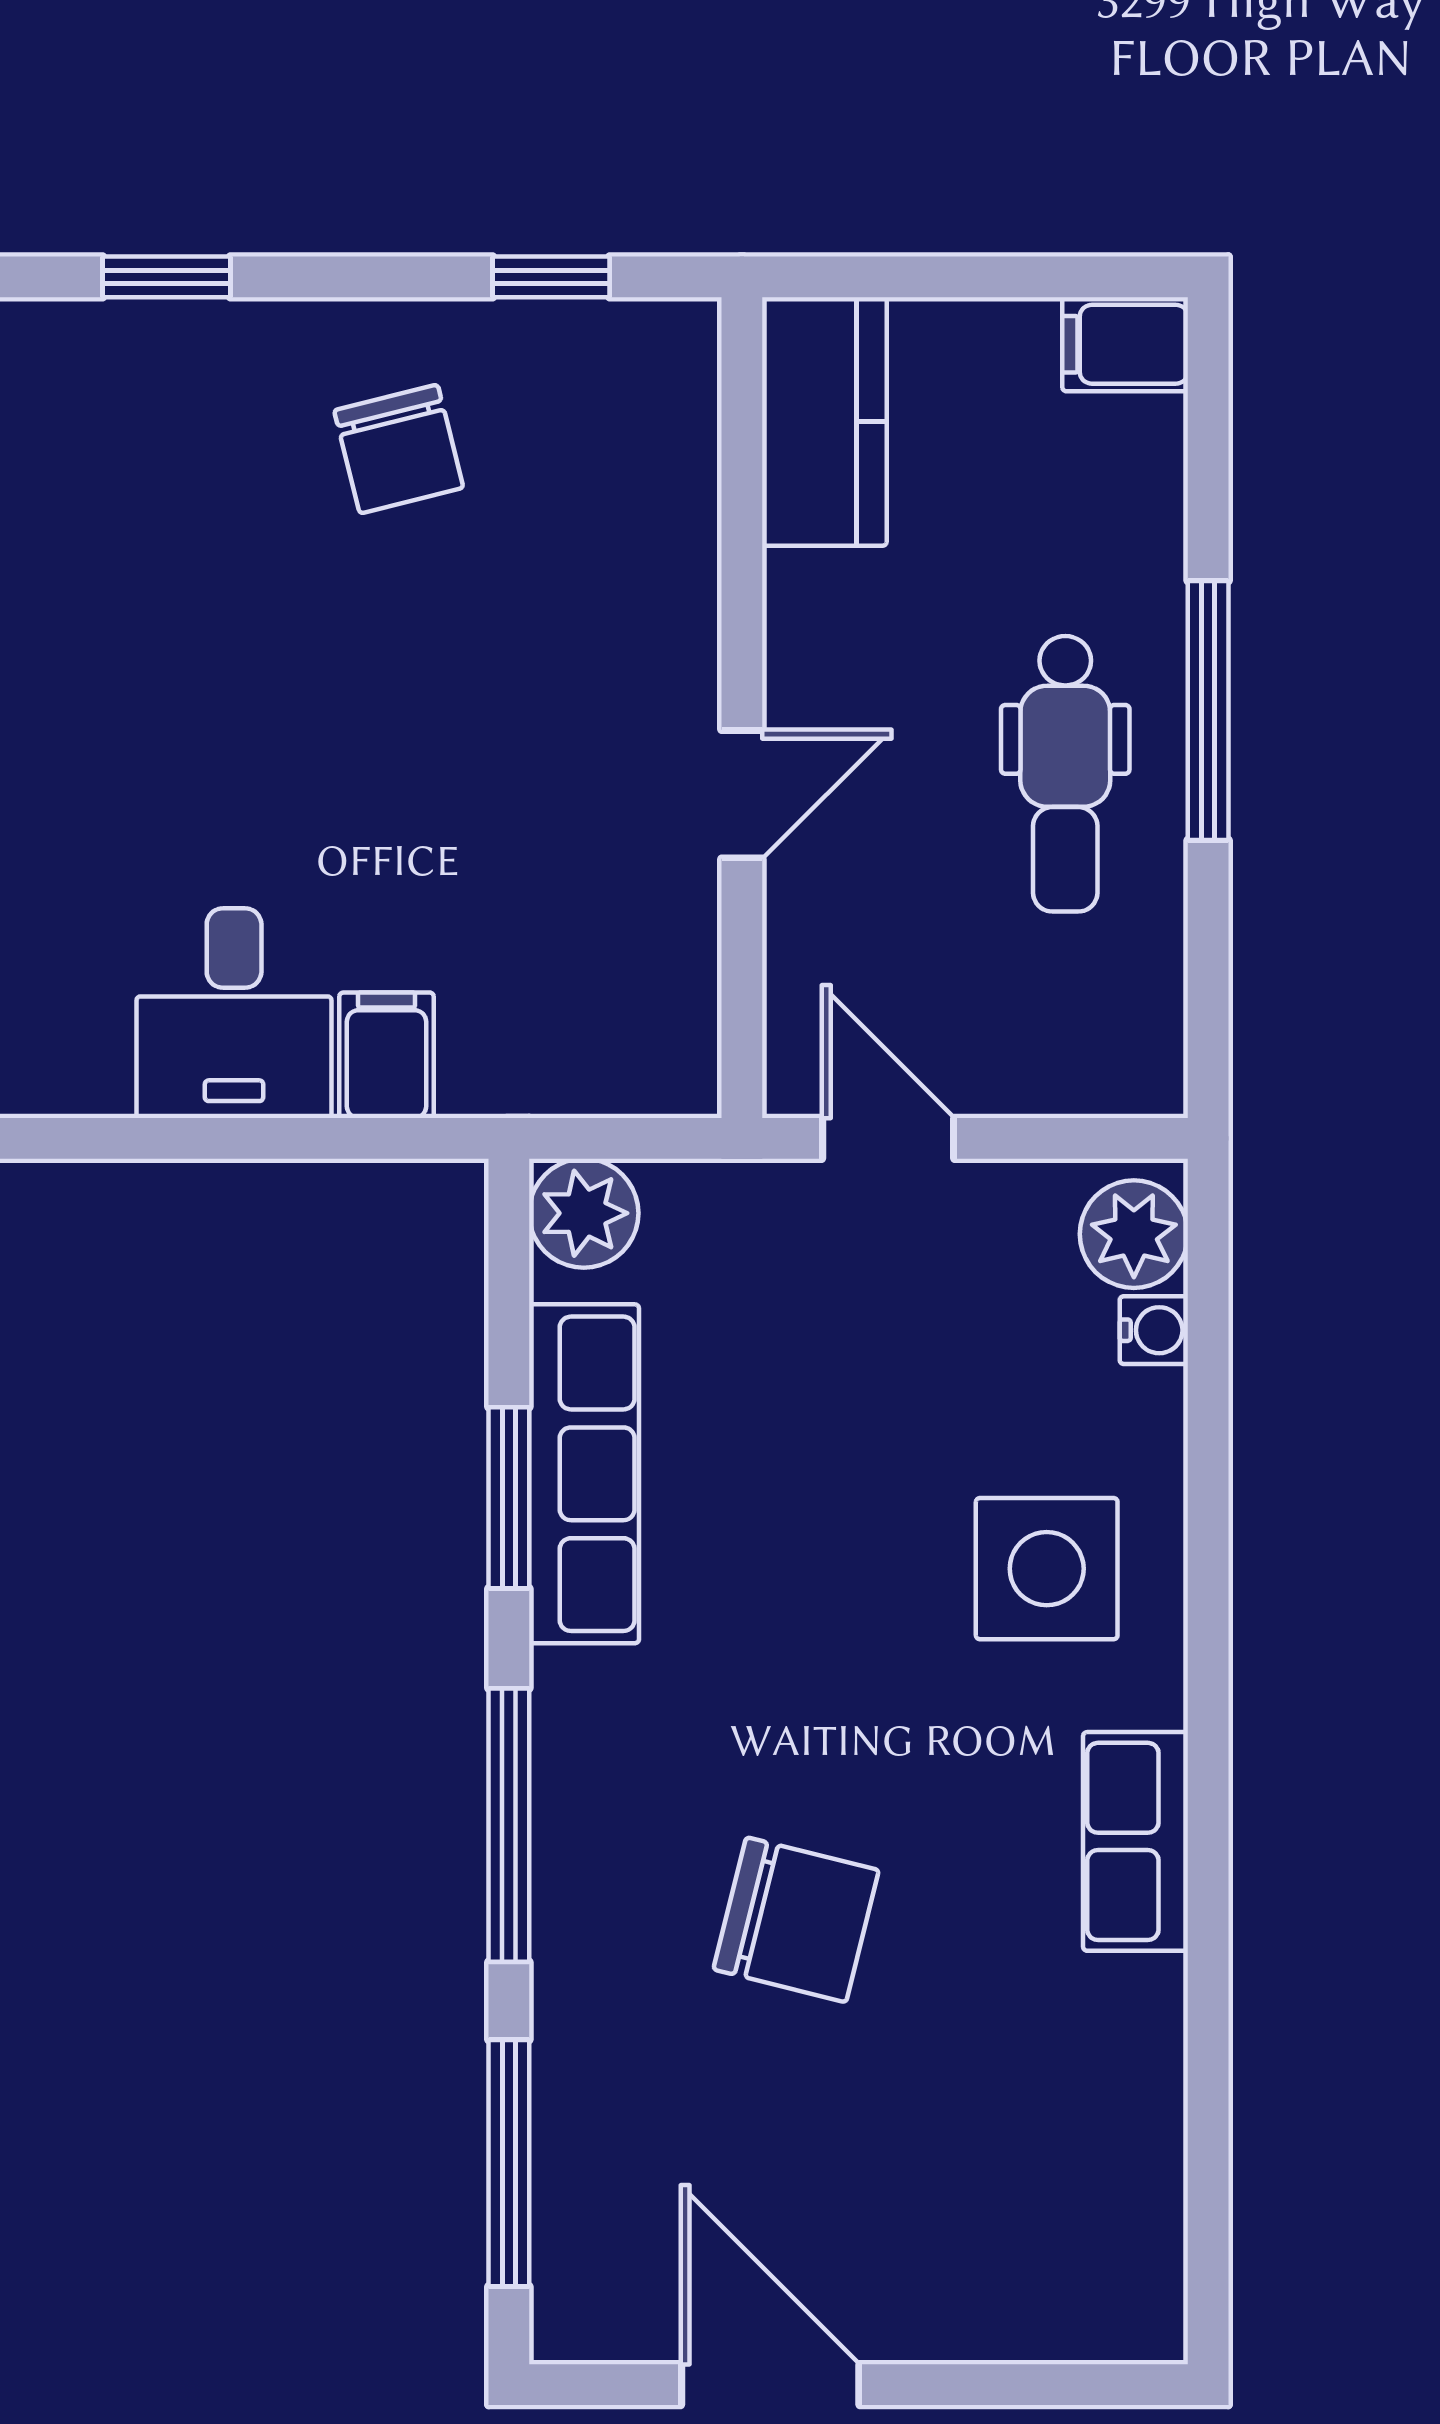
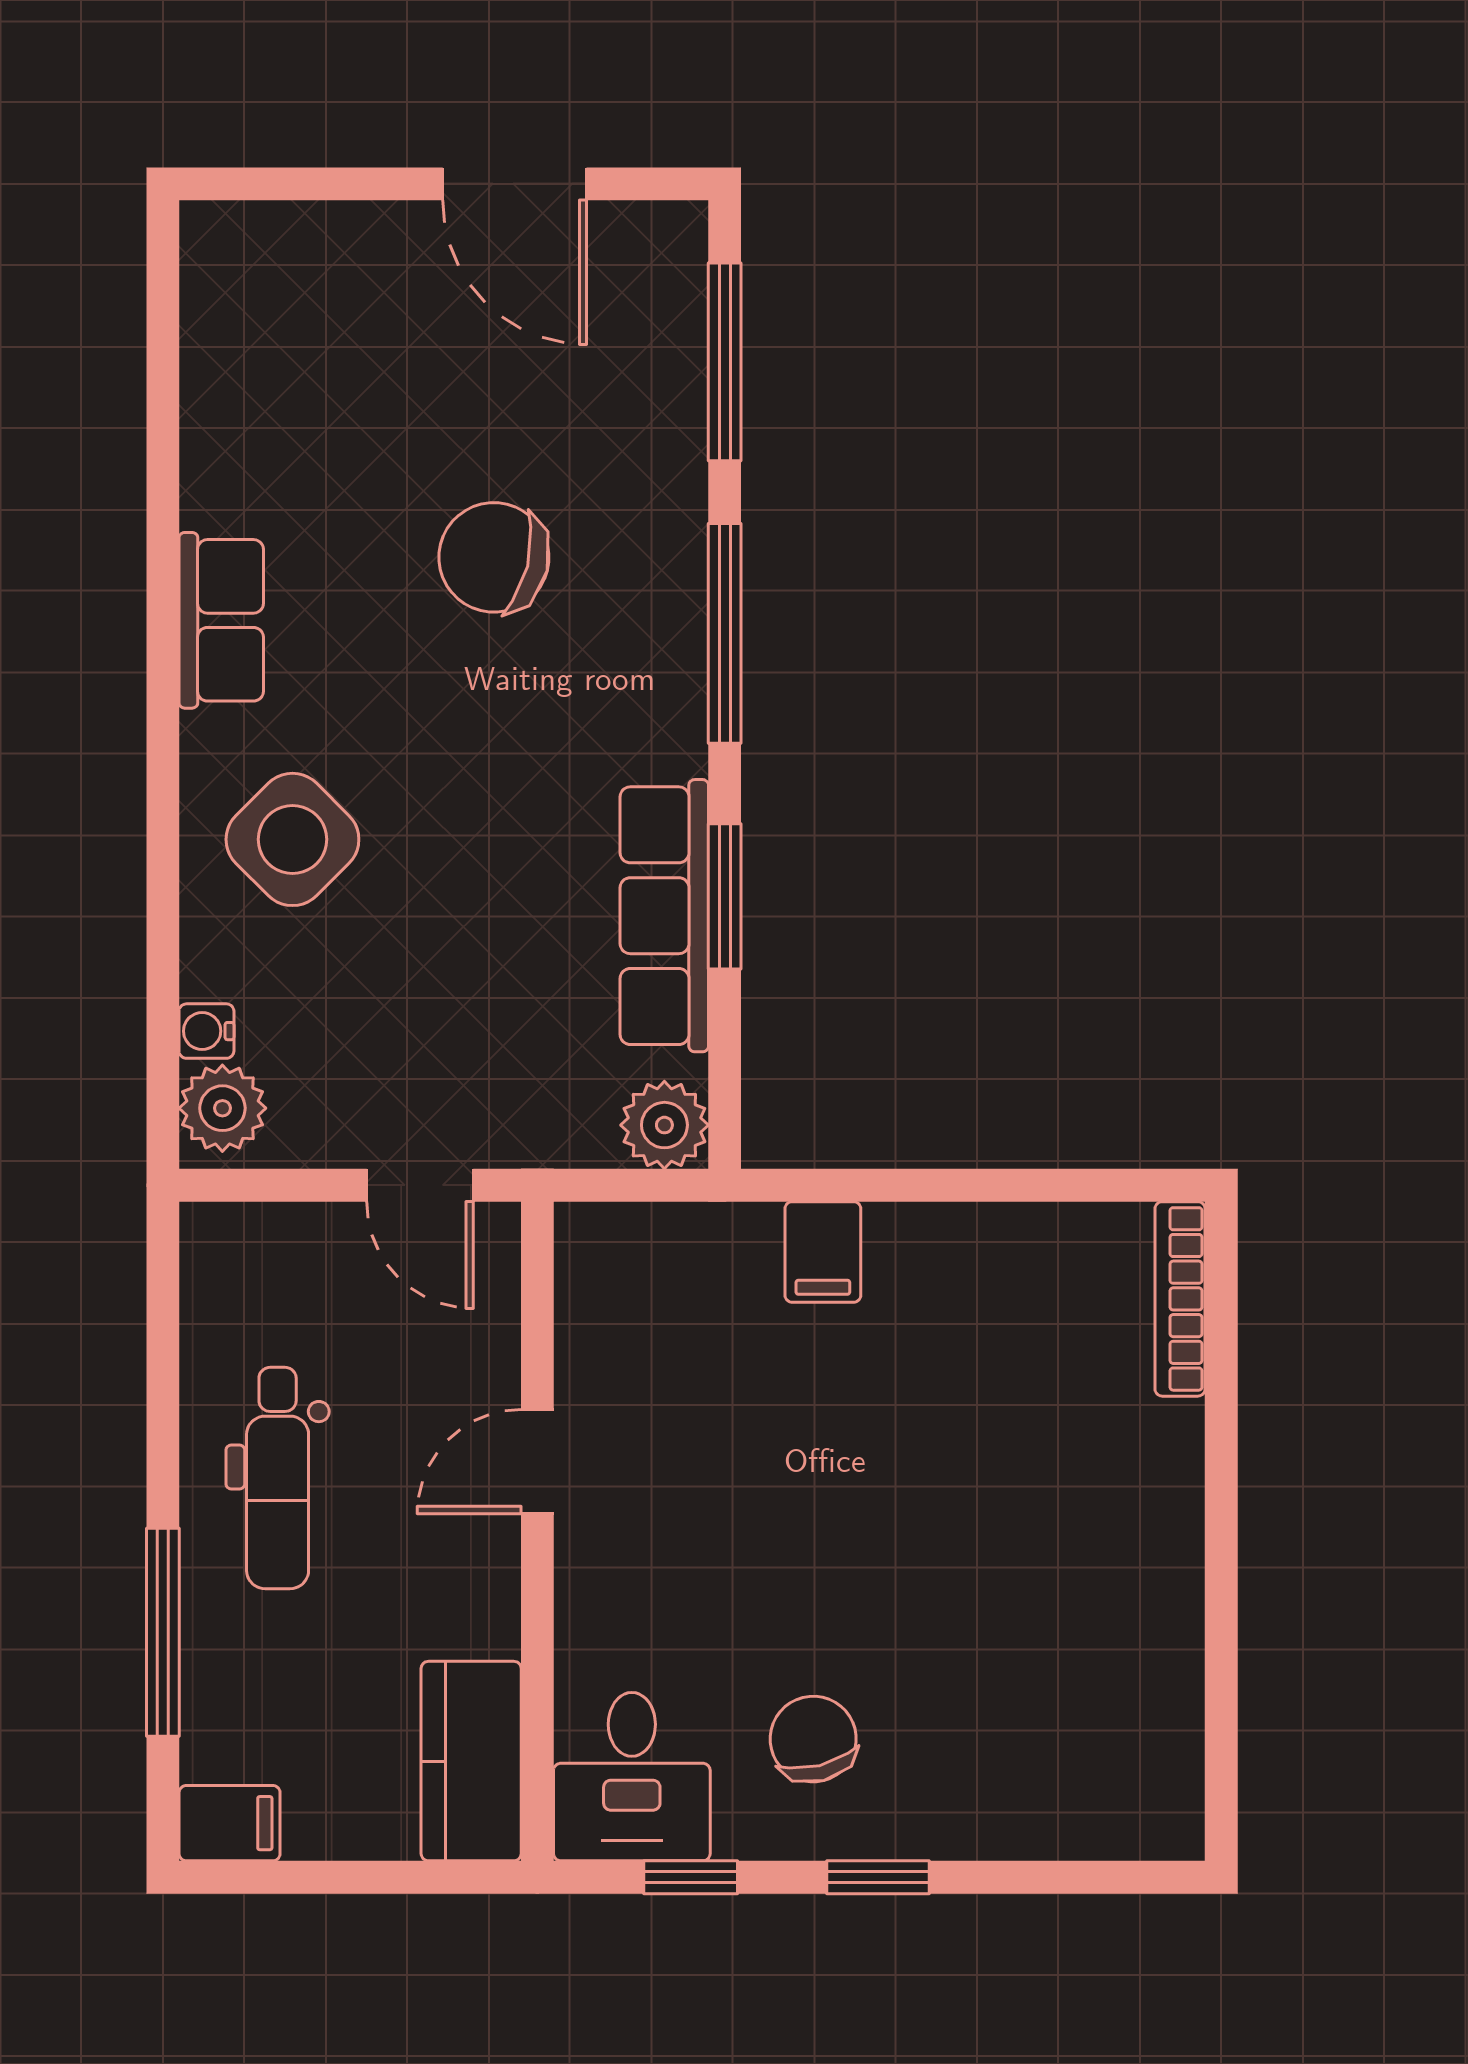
window: (166, 277) -> (878, 1877), moved
window: (1208, 711) -> (163, 1632), moved
dental chair: (1065, 774) -> (278, 1478), turned 180
desk: (234, 1013) -> (632, 1777), moved, turned 180
side table: (1047, 1569) -> (292, 839), turned 45

